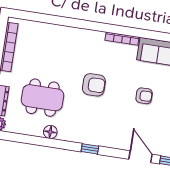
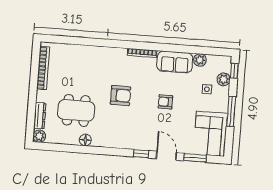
armchair: (144, 96) -> (165, 102), turned 180
window: (90, 149) -> (141, 154), moved

